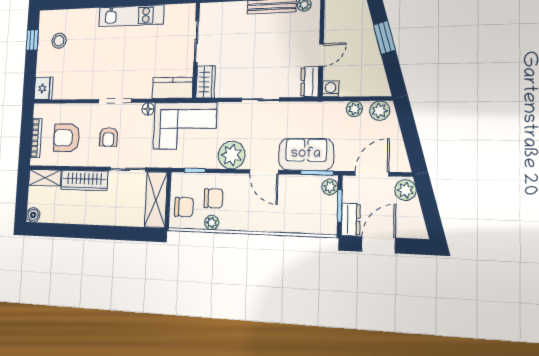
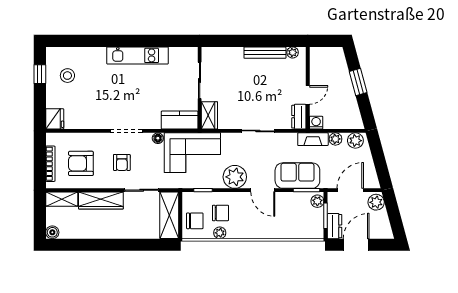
fireplace: (326, 109) -> (313, 139), added

